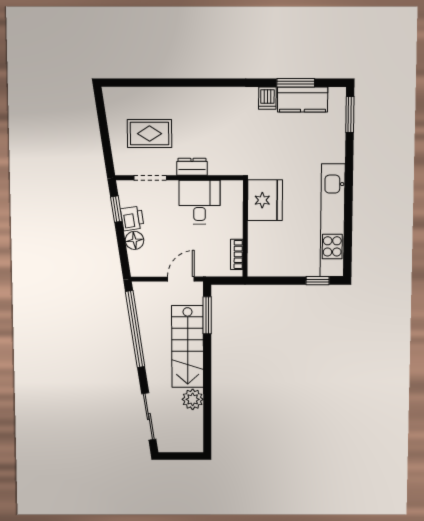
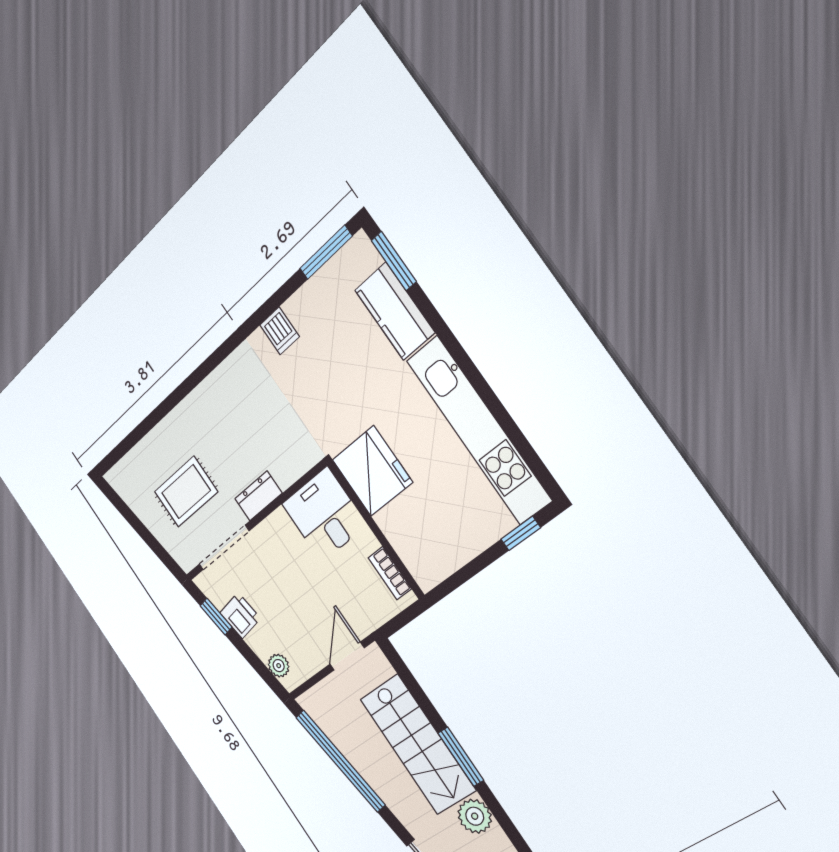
window: (296, 83) -> (326, 252), moved
kitchen counter: (303, 100) -> (395, 311), moved, turned 90
doorway: (150, 178) -> (224, 548), width x1.38
desk: (199, 202) -> (324, 514), moved
floor lamp: (134, 240) -> (261, 642), removed
plant: (136, 259) -> (279, 666), added
window: (207, 315) -> (461, 757), moved

